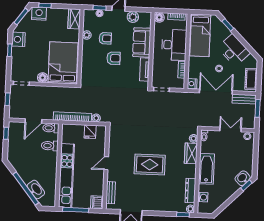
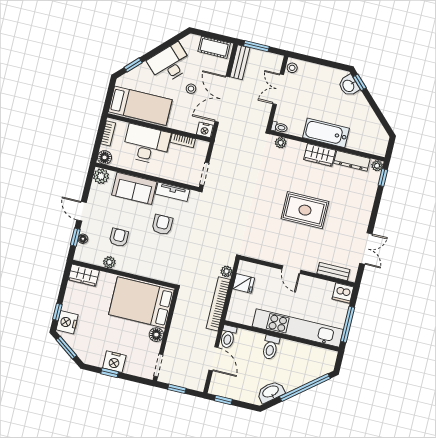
plant: (133, 17) -> (101, 176), moved
nightstand: (19, 39) -> (114, 362), moved
armchair: (114, 58) -> (162, 225), moved
toilet: (50, 146) -> (271, 347), moved
wardrobe: (191, 153) -> (320, 155), moved
rug: (150, 165) -> (305, 210), turned 90
washbasin: (36, 189) -> (271, 392), moved
washing machine: (203, 197) -> (364, 146), removed

